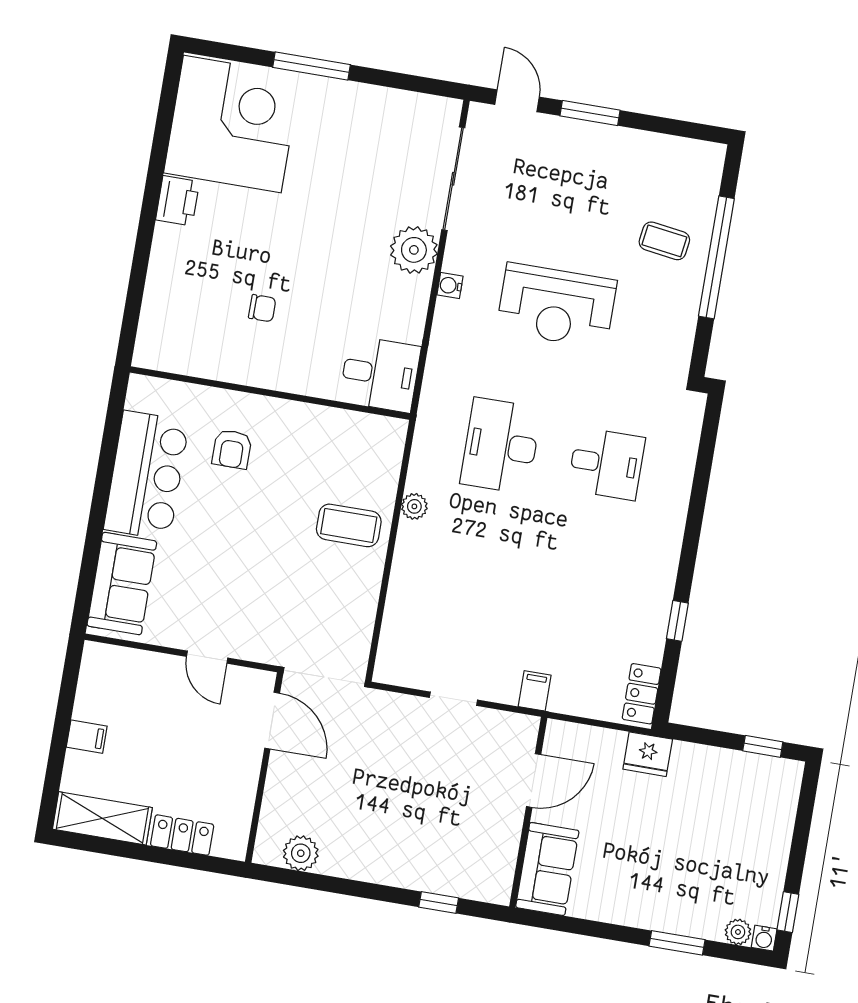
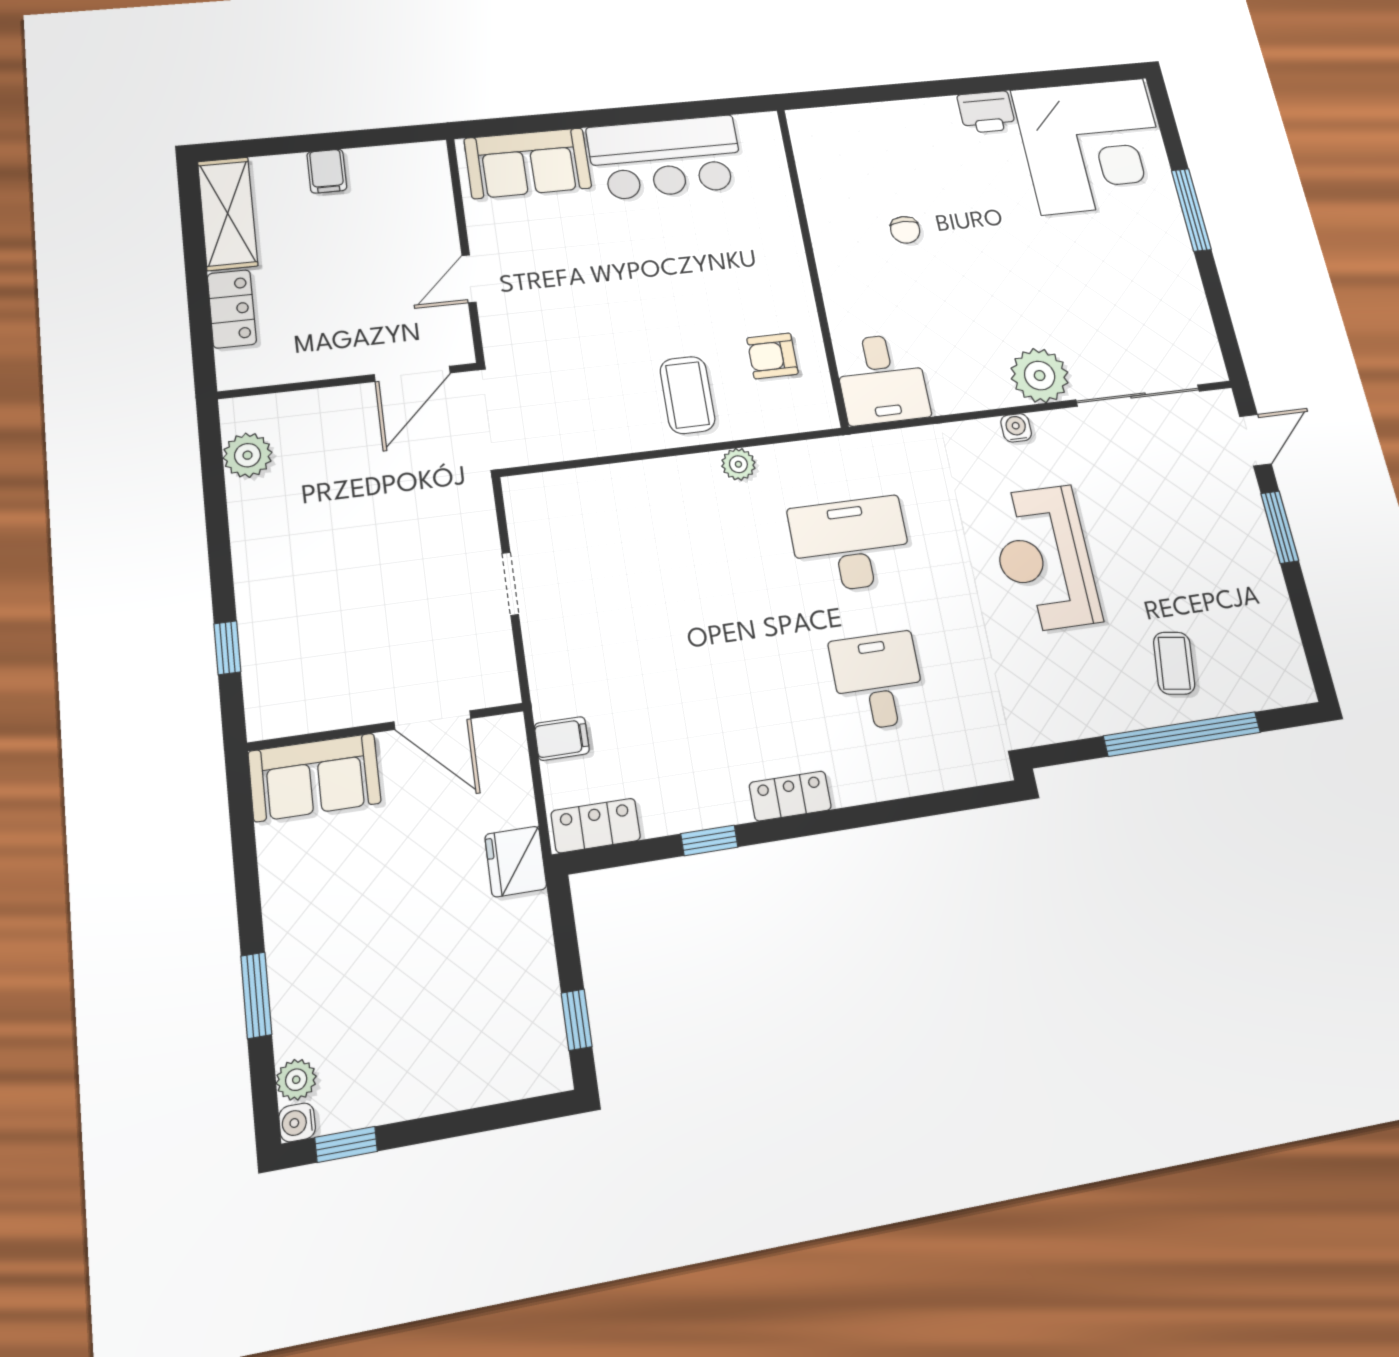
armchair: (232, 449) -> (772, 356), moved
desk: (606, 464) -> (878, 681), turned 180
locker: (666, 555) -> (790, 796), added
filing cabinet: (535, 691) -> (562, 738), moved

